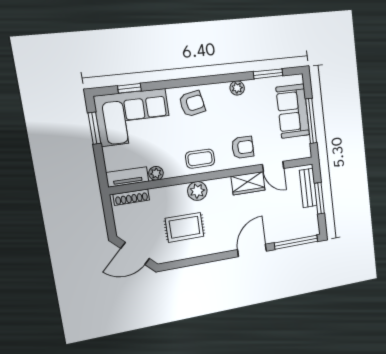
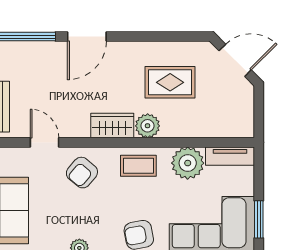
armchair: (243, 147) -> (82, 173), turned -50
plant: (156, 173) -> (188, 163), width x1.88, depth x1.88
wardrobe: (248, 183) -> (112, 126), moved
shoe rack: (131, 197) -> (229, 131), removed

